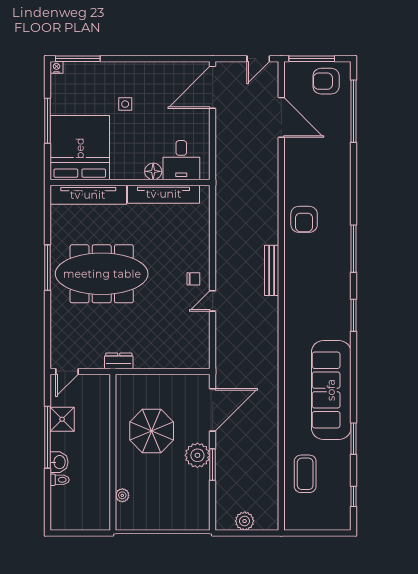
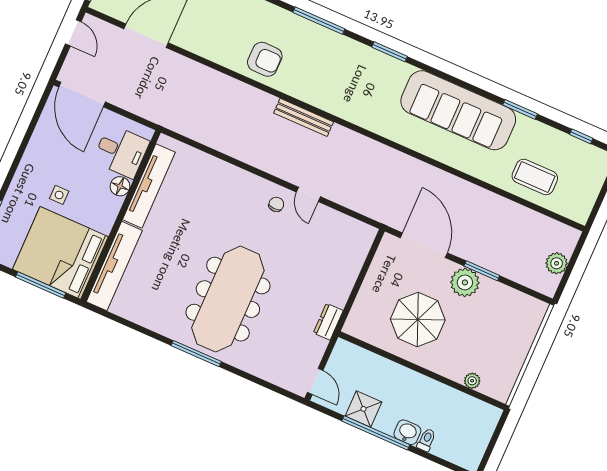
bed: (80, 148) -> (60, 253), moved
desk: (181, 160) -> (121, 151), moved
floor lamp: (153, 171) -> (120, 186), moved
wall: (130, 182) -> (121, 216), moved
tv unit: (164, 194) -> (149, 186), moved
tv unit: (88, 195) -> (114, 266), moved

